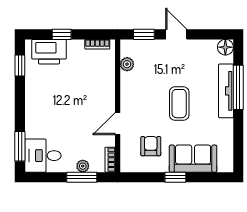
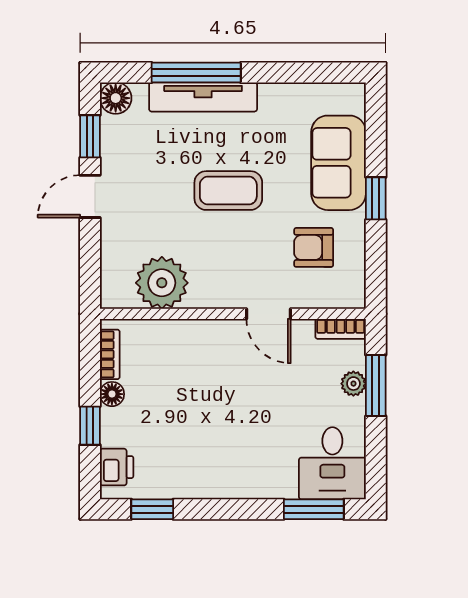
window: (144, 34) -> (90, 136), moved
floor lamp: (77, 45) -> (112, 394), added
printer: (49, 52) -> (117, 467), width x0.53, depth x0.68
plant: (127, 64) -> (162, 283), width x1.87, depth x1.87

